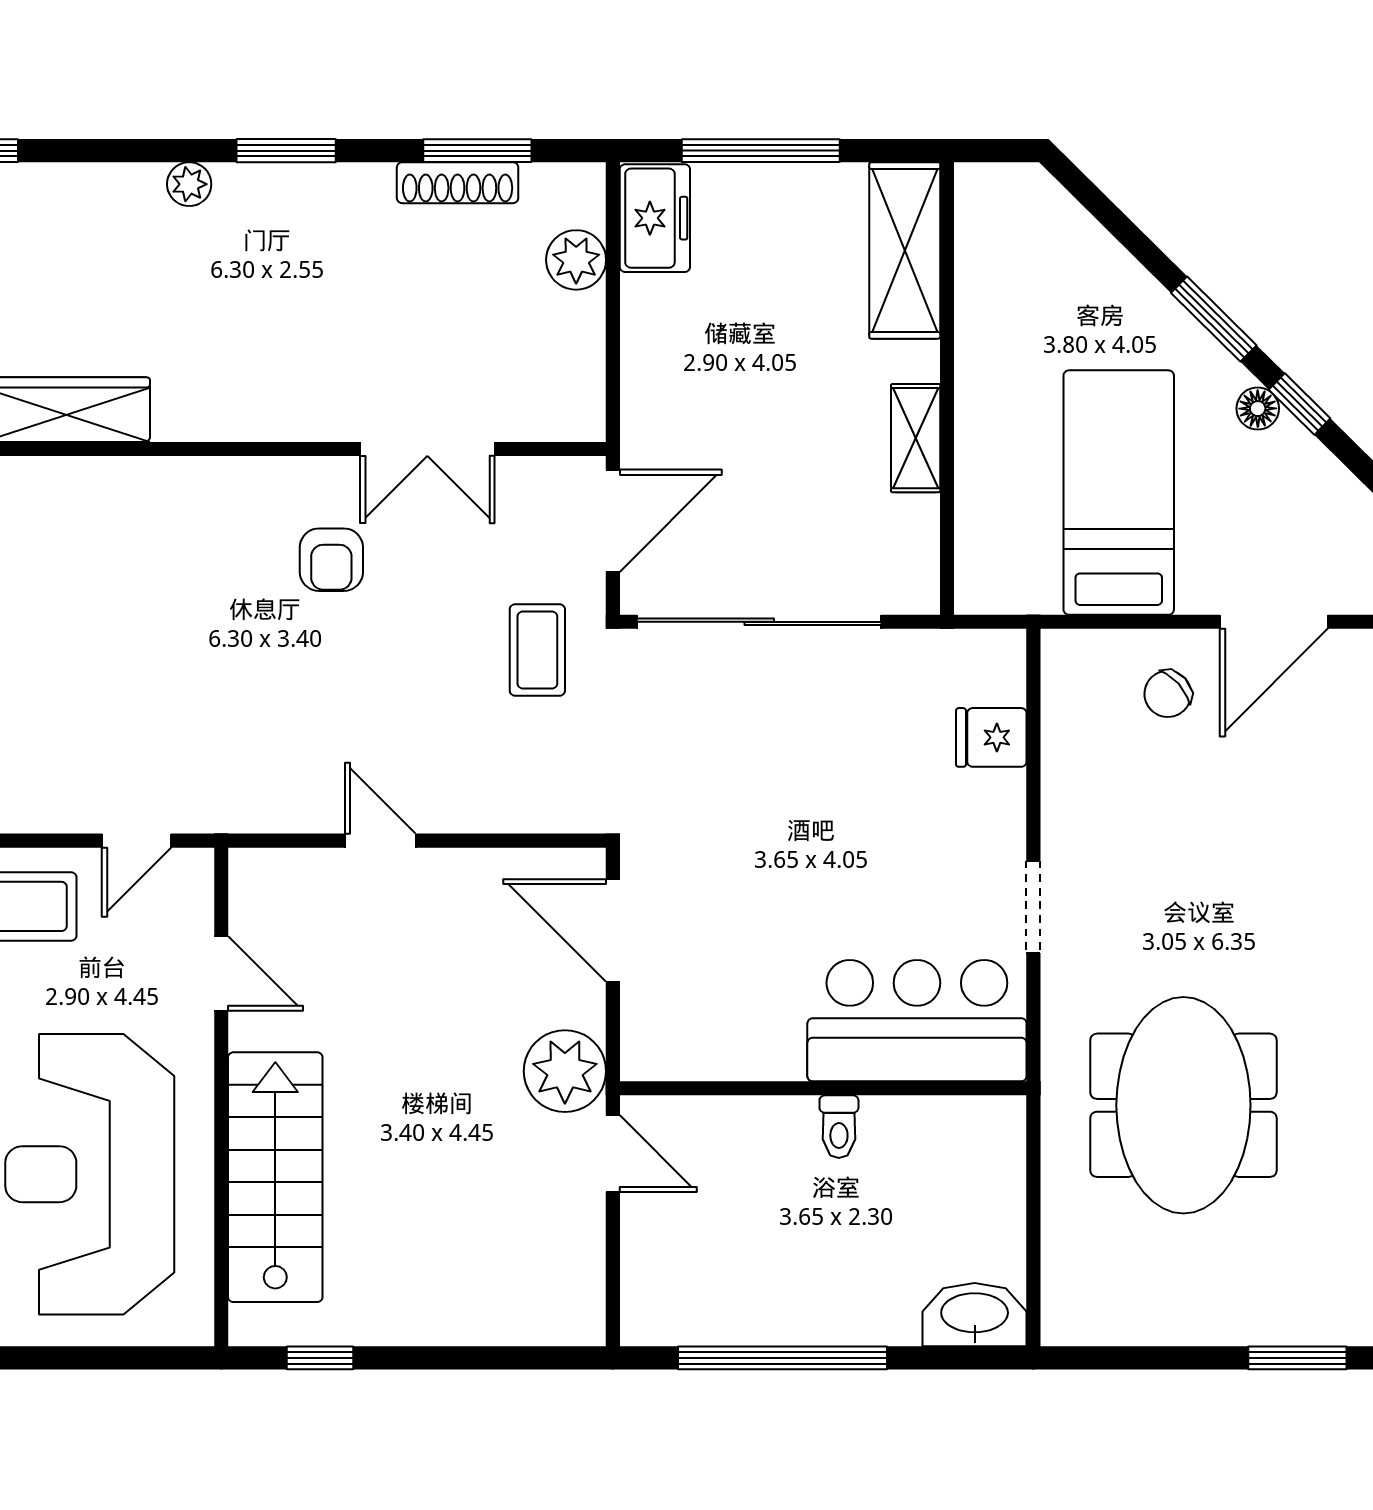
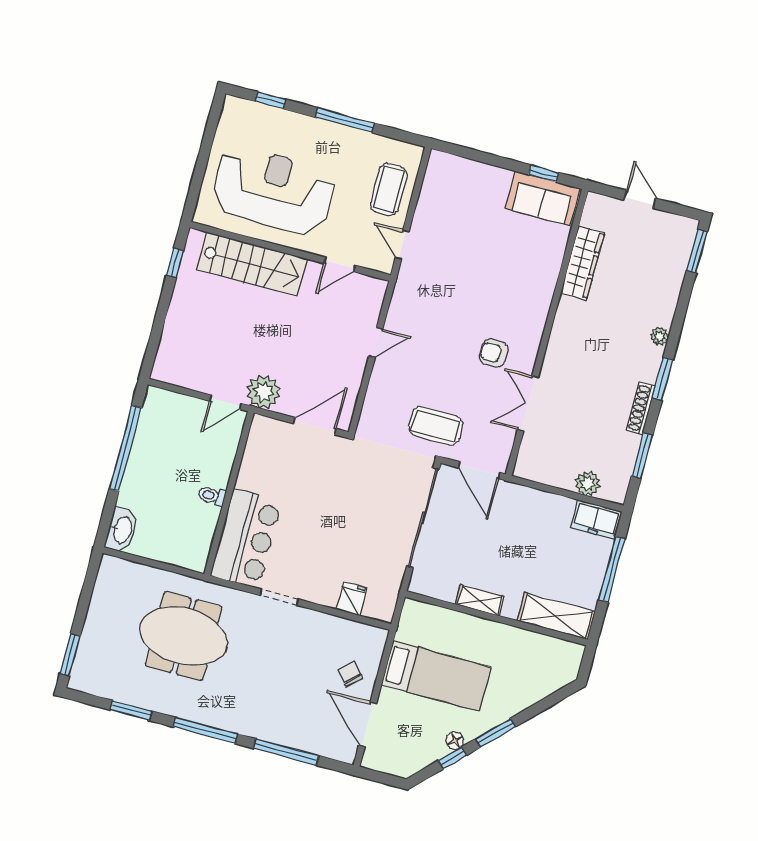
shoe rack: (458, 183) -> (641, 408), moved
coffee table: (537, 650) -> (435, 426), width x1.36, depth x1.30

